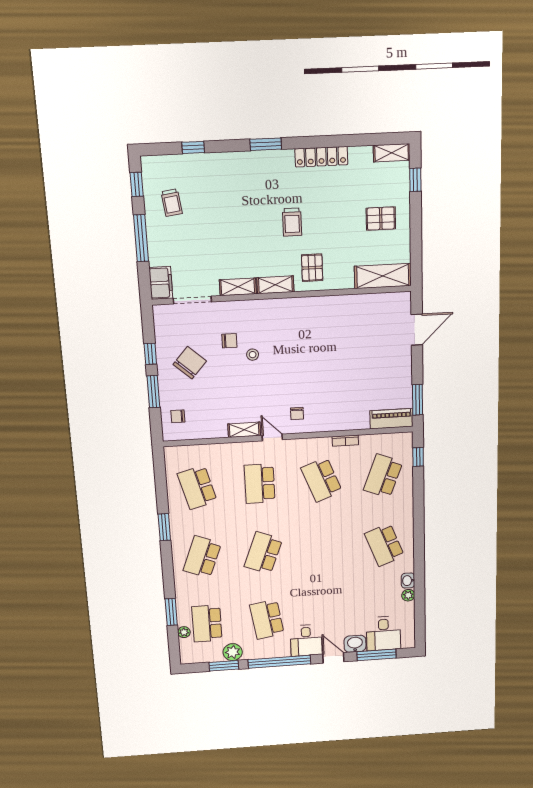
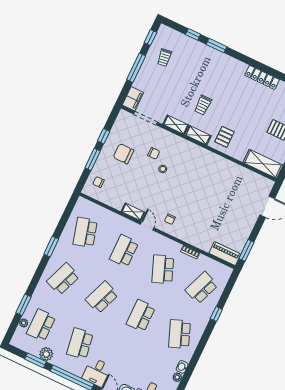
window: (266, 144) -> (217, 46), moved
trolley: (292, 222) -> (203, 105), moved
chair: (190, 363) -> (123, 154), turned -132
window: (418, 457) -> (216, 314), moved
school desk: (324, 549) -> (141, 316), added

